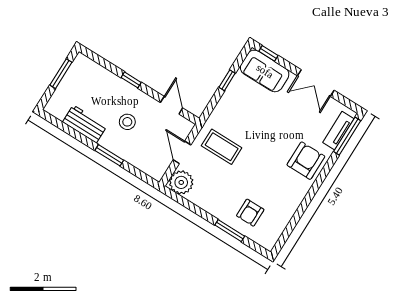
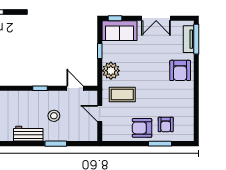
armchair: (306, 161) -> (180, 70), turned 180
plant: (181, 182) -> (111, 71), moved
armchair: (220, 200) -> (142, 128), added

